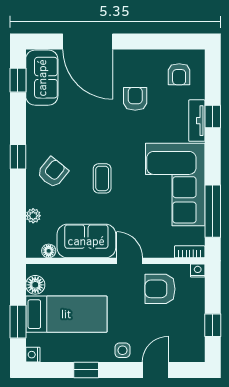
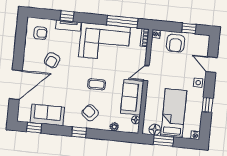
sofa: (42, 78) -> (47, 115), moved
armchair: (135, 99) -> (52, 60), turned -66
armchair: (160, 289) -> (176, 43), moved
window: (18, 322) -> (163, 141), moved

